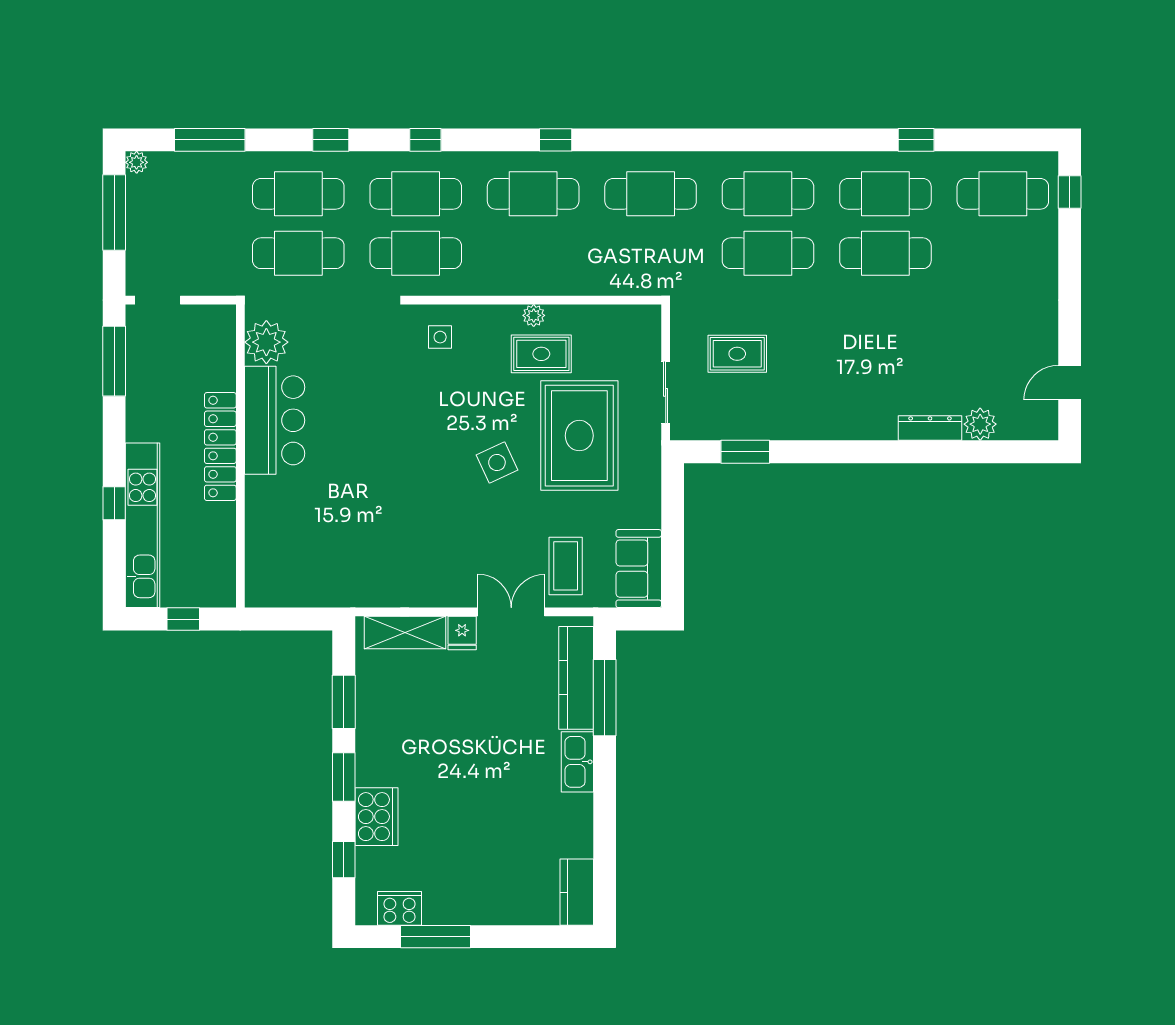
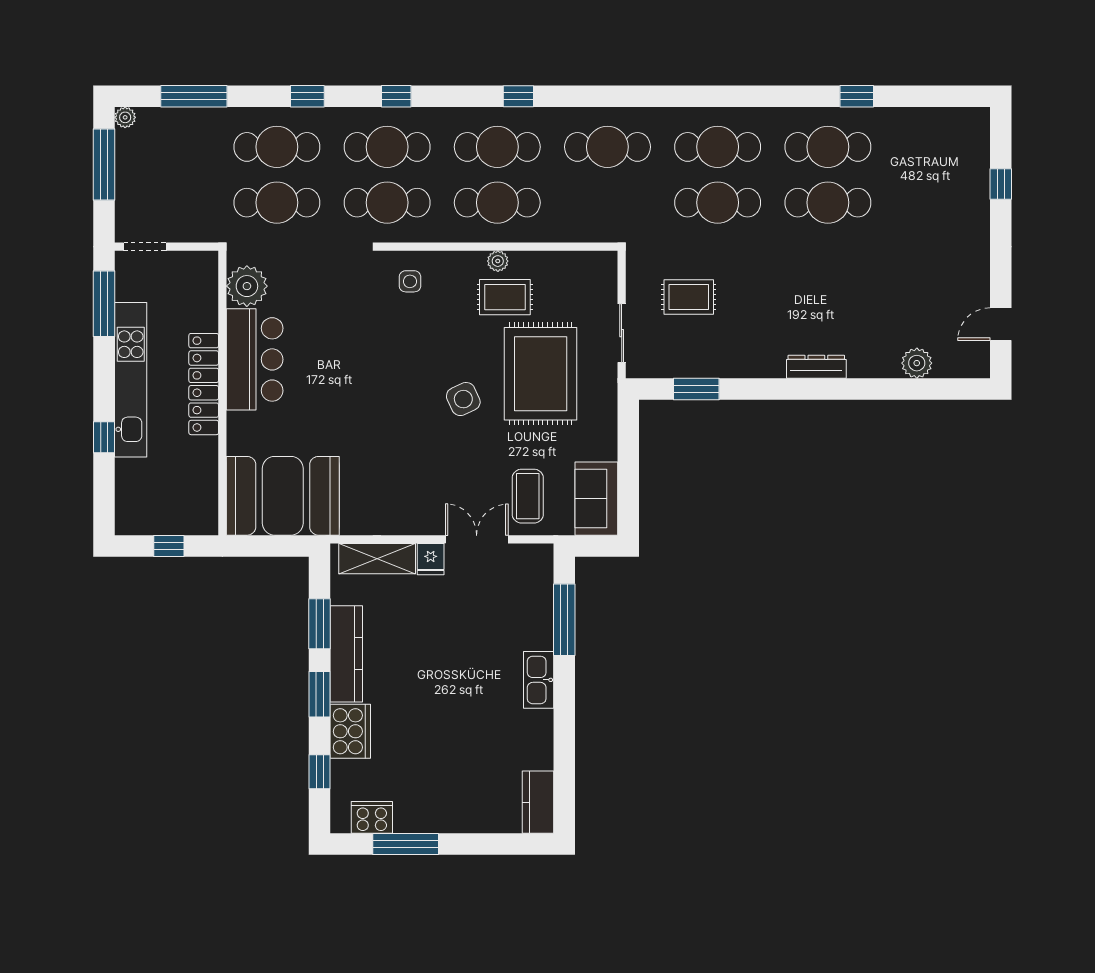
window: (1070, 192) -> (1001, 184), moved
cafe table: (1003, 194) -> (497, 203), moved
dresser: (930, 428) -> (816, 367), moved
kitchen unit: (142, 525) -> (131, 380), moved
booth: (305, 566) -> (283, 496), added
kitchen counter: (576, 678) -> (346, 654), moved, turned 180

